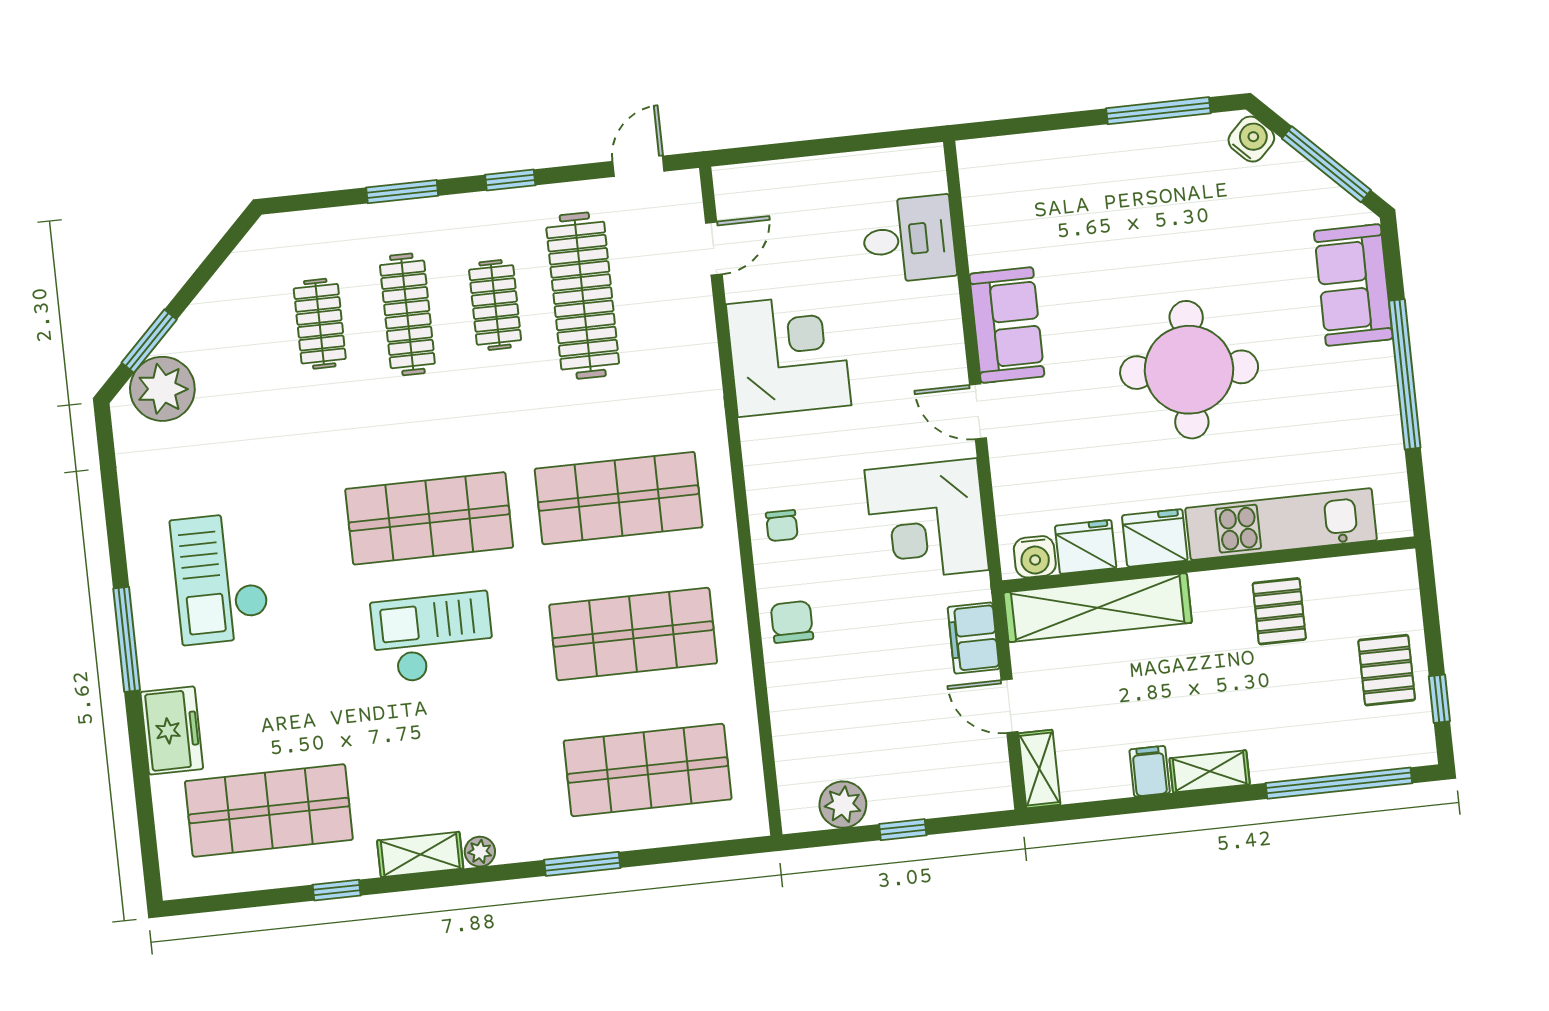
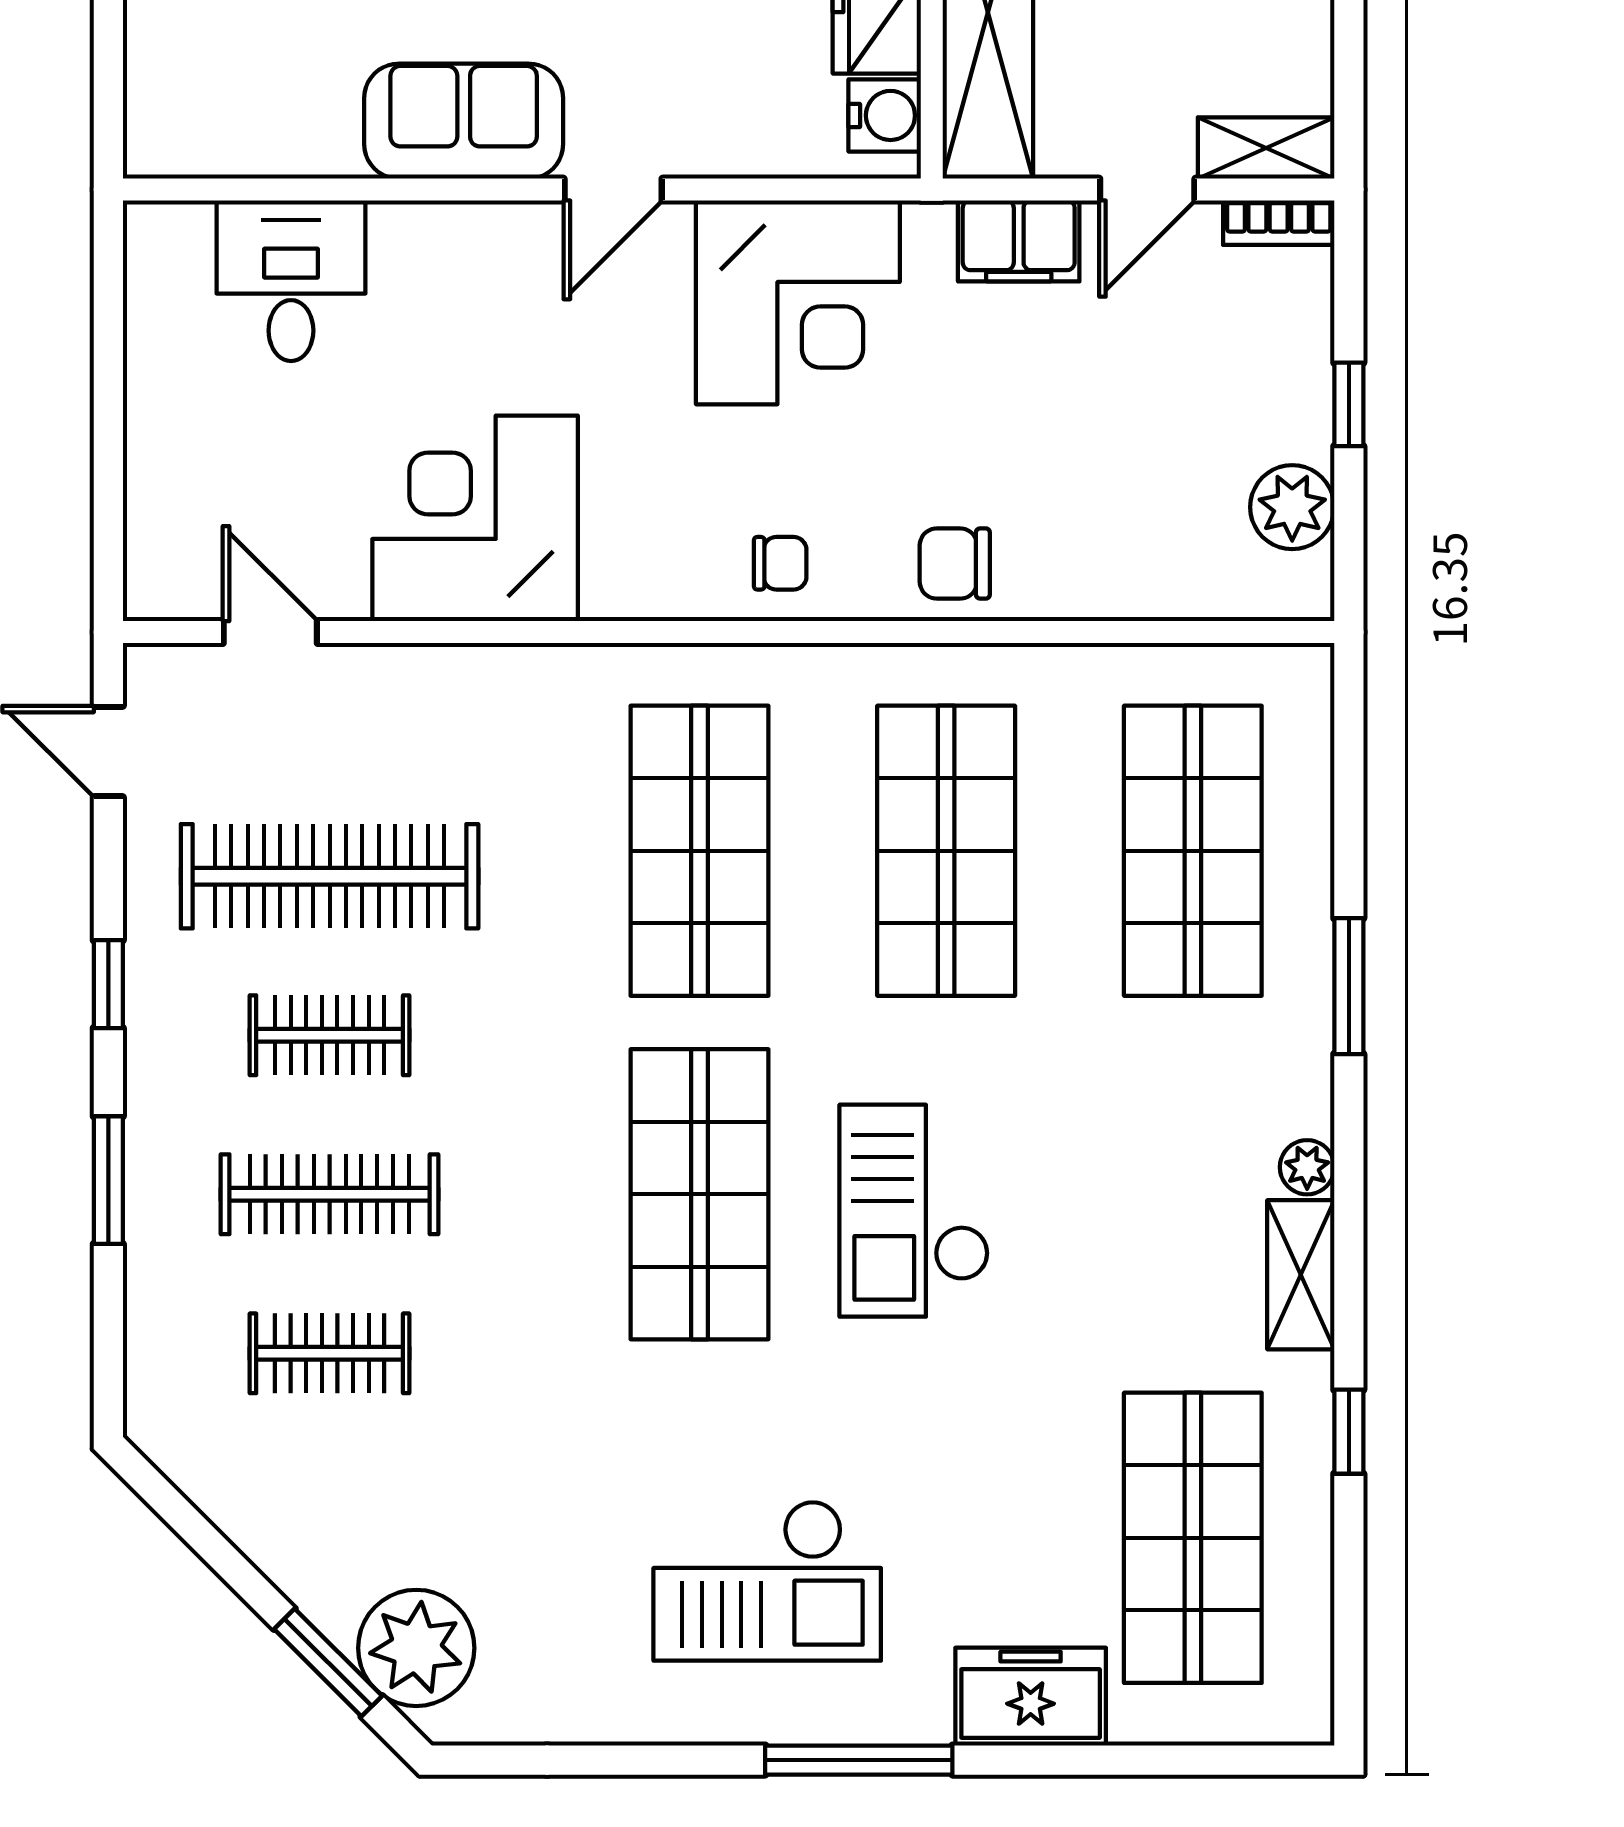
bookcase: (999, 780) -> (1279, 223), added

